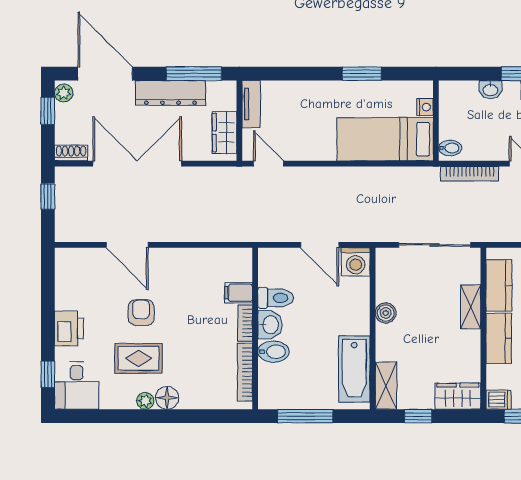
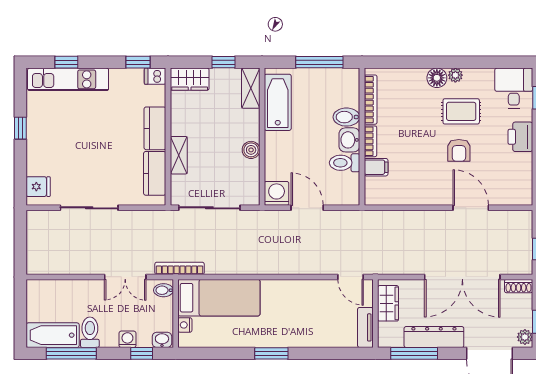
nightstand: (425, 107) -> (185, 325), moved
wall: (436, 121) -> (176, 313), moved
bed: (385, 139) -> (219, 298), moved
bidet: (450, 148) -> (164, 290), moved

